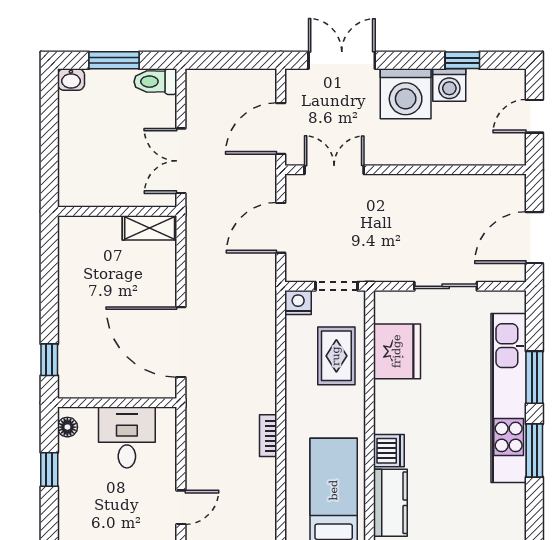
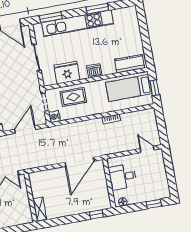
shelving: (150, 228) -> (40, 209), moved
door: (281, 228) -> (25, 129), swing flipped
window: (534, 377) -> (51, 17), moved
dishwasher: (389, 451) -> (94, 71), moved
window: (49, 469) -> (154, 204), moved

